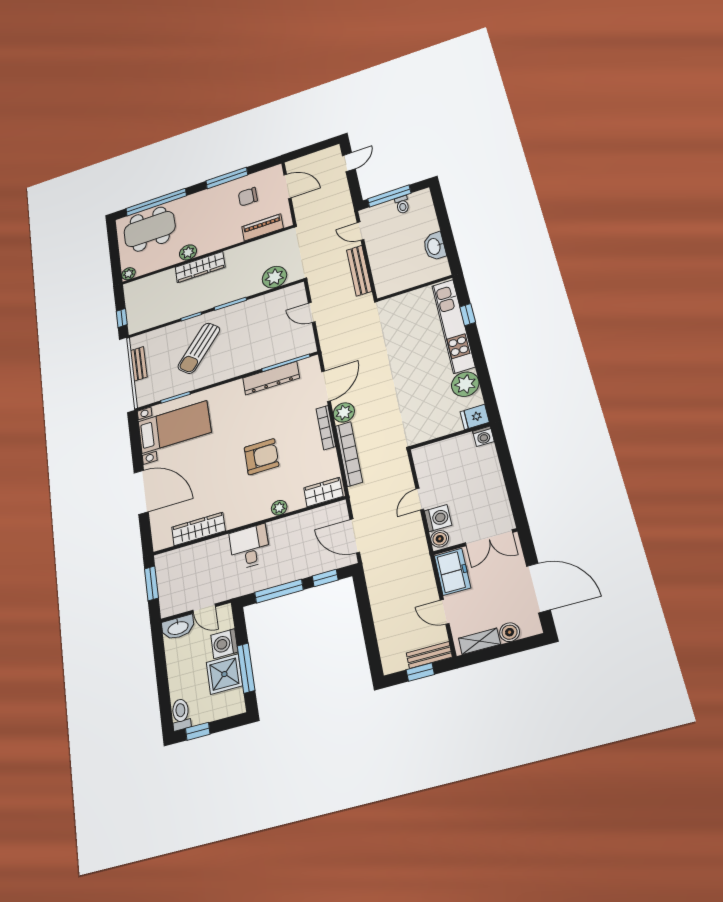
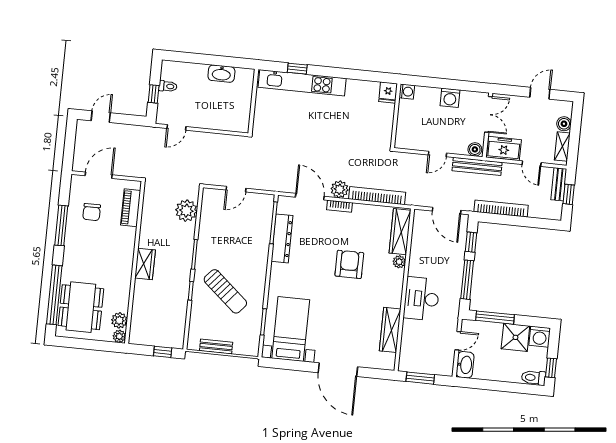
door: (349, 162) -> (101, 117), hinge flipped
window: (389, 196) -> (154, 94), width x0.46
plant: (188, 252) -> (119, 320), moved
wardrobe: (200, 267) -> (145, 264), width x0.67
bench: (359, 271) -> (477, 166), moved
plant: (465, 384) -> (357, 90), removed
bookcase: (326, 428) -> (339, 206), width x0.64
door: (141, 492) -> (338, 370), swing flipped
wardrobe: (323, 492) -> (400, 232), width x1.50
door: (420, 499) -> (437, 154), hinge flipped
washing machine: (438, 518) -> (450, 98), moved, turned 180
door: (355, 536) -> (447, 211), hinge flipped
desk: (250, 547) -> (422, 299), width x1.37
door: (538, 588) -> (540, 93), width x0.53
bookcase: (377, 597) -> (501, 208), added
door: (445, 612) -> (532, 164), hinge flipped
washing machine: (224, 644) -> (540, 337), moved
window: (246, 668) -> (495, 318), moved

